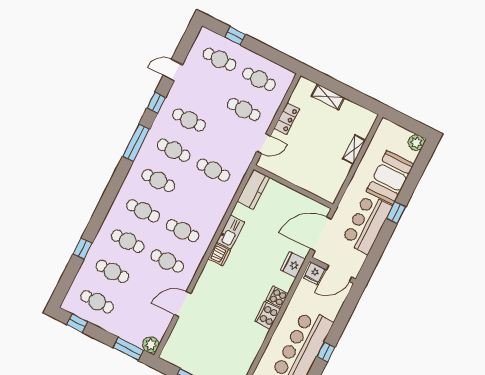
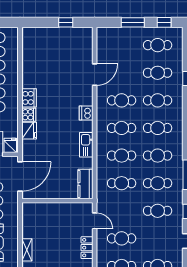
door: (264, 144) -> (95, 221), swing flipped
cafe table: (198, 200) -> (122, 156), added
dishwasher: (219, 255) -> (86, 113), moved
fridge: (293, 265) -> (29, 131), moved
plant: (151, 345) -> (103, 34), removed
window: (128, 349) -> (133, 22), moved

